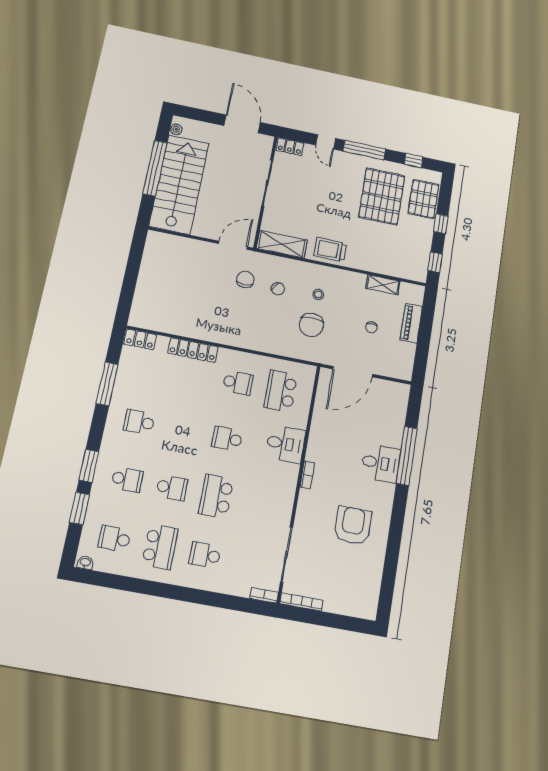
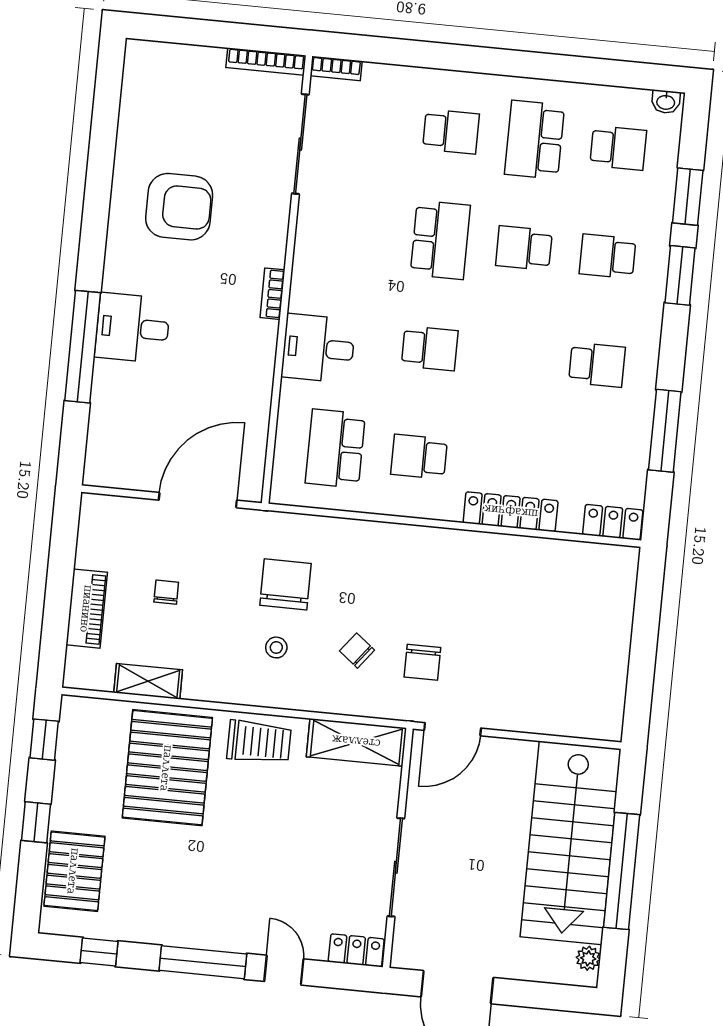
pallet: (382, 196) -> (167, 768), moved
school desk: (281, 391) -> (335, 449), turned 180
armchair: (353, 526) -> (179, 207), turned -90

